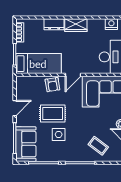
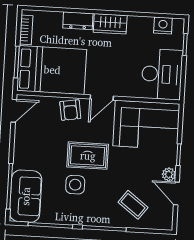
bed: (38, 64) -> (52, 70), width x1.50
door: (15, 108) -> (14, 111), moved
rug: (53, 114) -> (88, 156), moved

